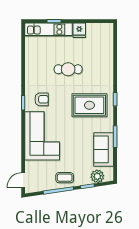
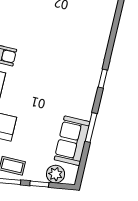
cafe table: (68, 69) -> (50, 25), removed
rug: (89, 105) -> (67, 78), removed

